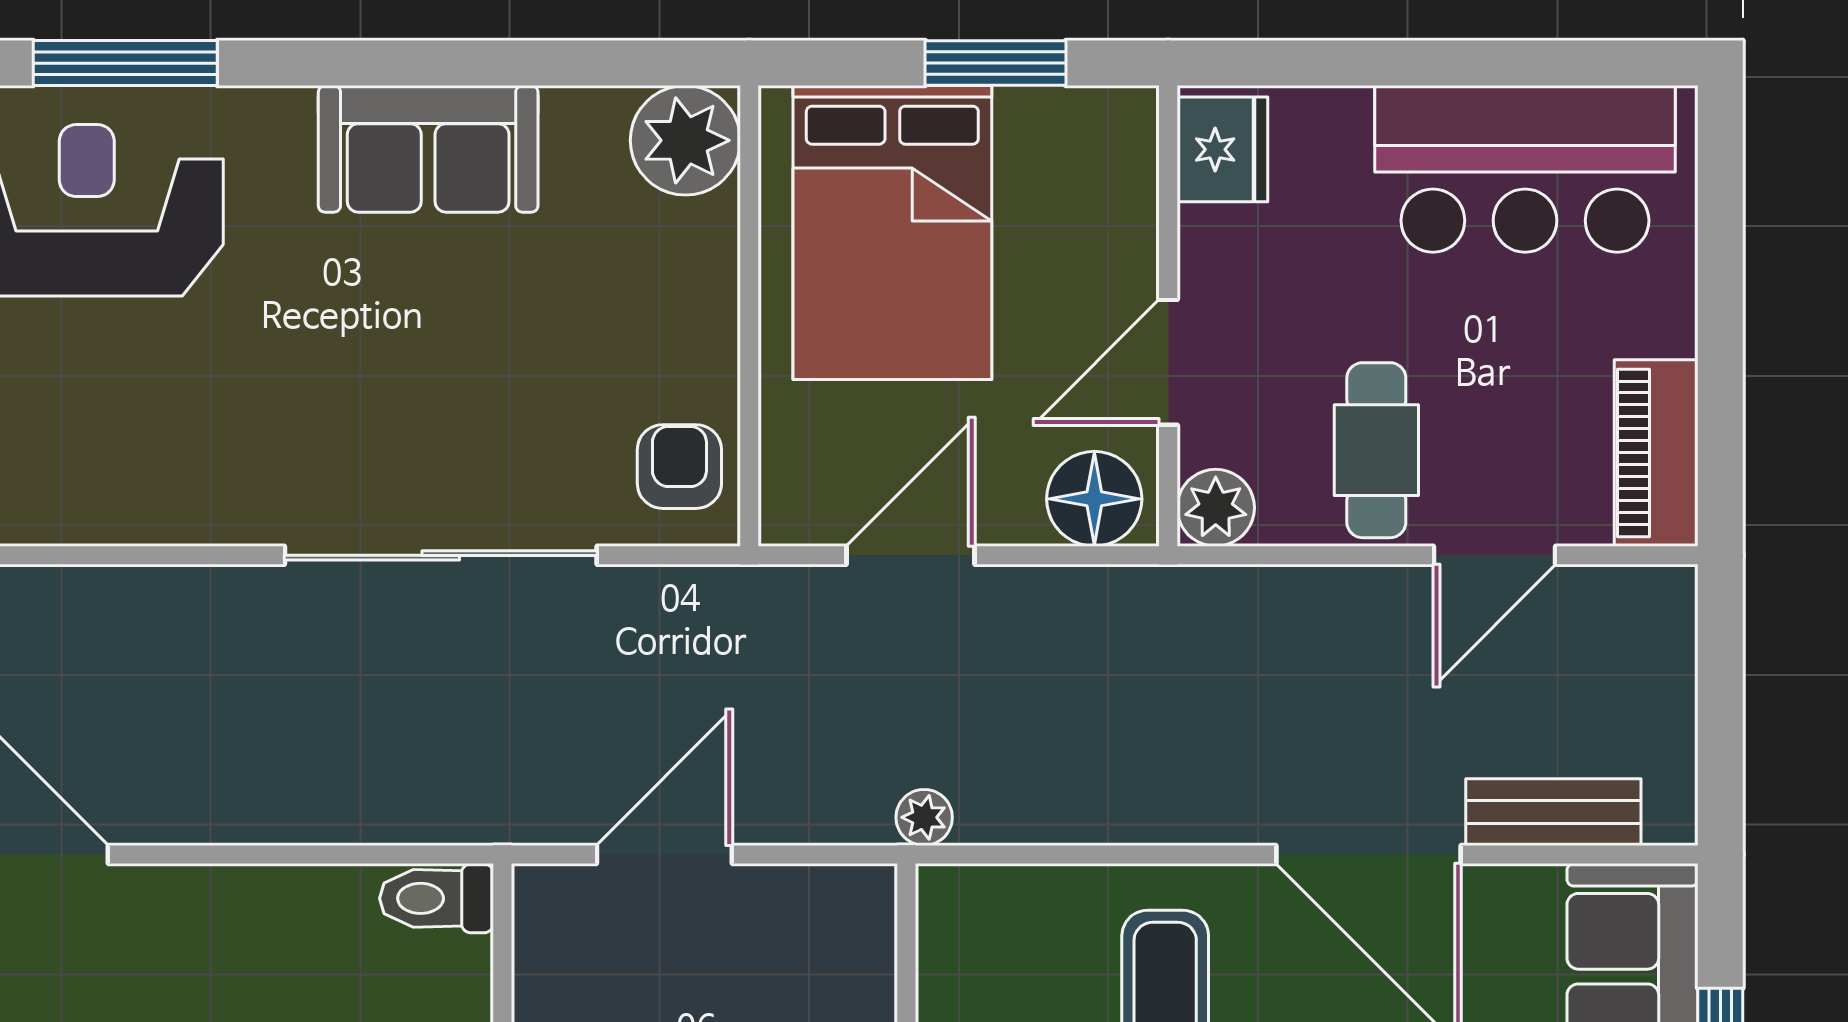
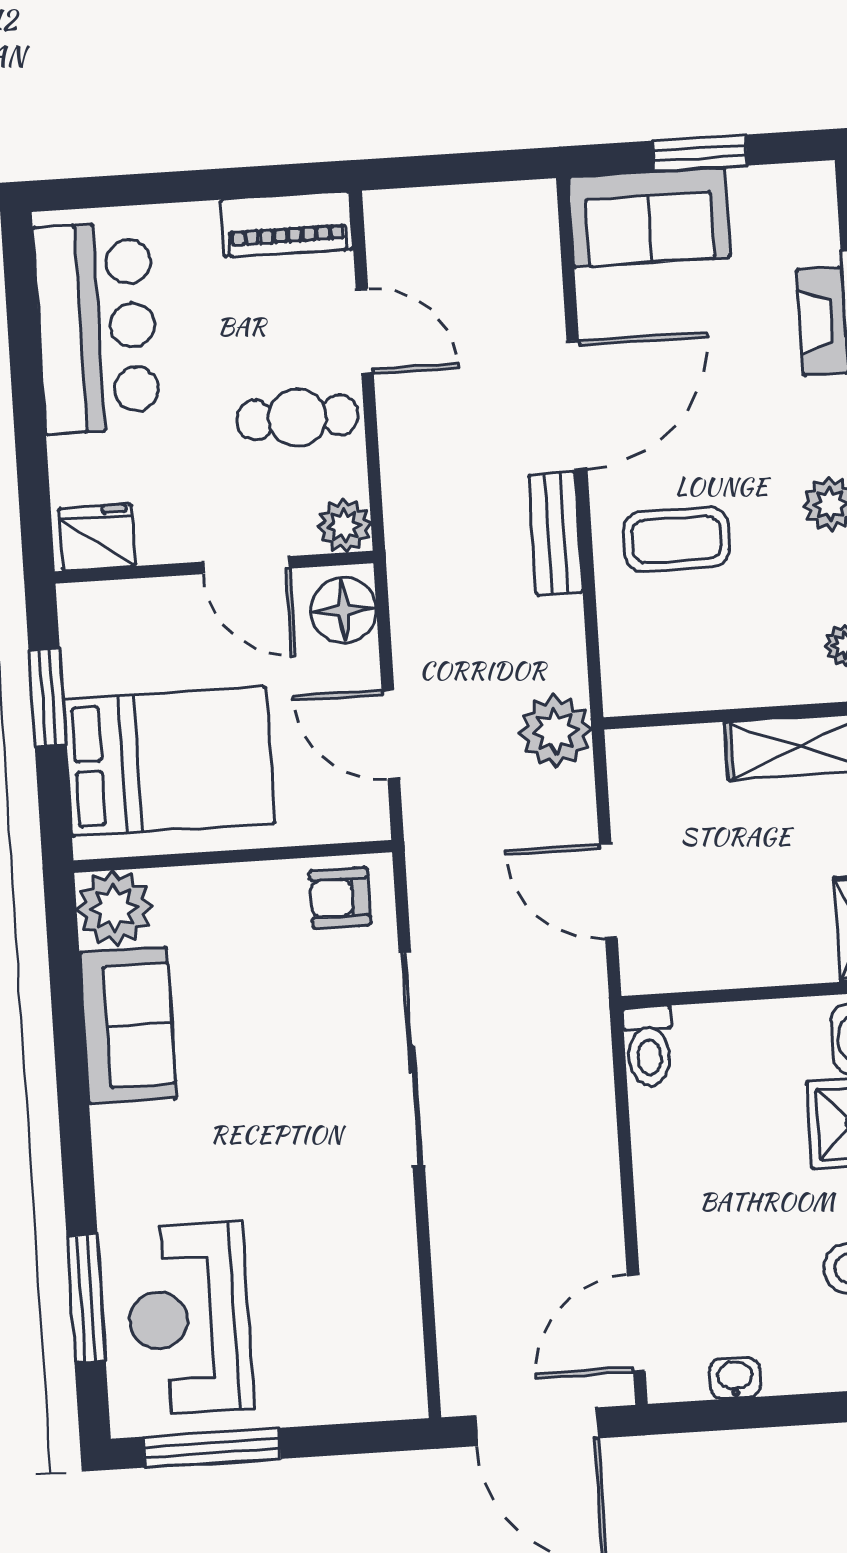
sofa: (428, 149) -> (128, 1026), moved
bench: (1553, 812) -> (556, 534), moved
plant: (924, 817) -> (555, 731), width x1.87, depth x1.87

